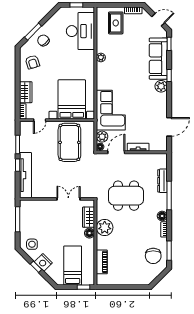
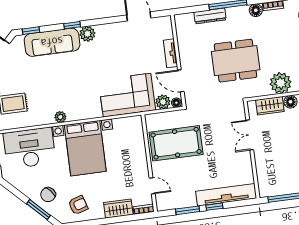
bed with nightstands: (72, 99) -> (85, 148), moved, turned -90
dining table: (126, 196) -> (236, 61), turned 90

